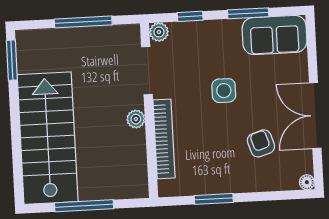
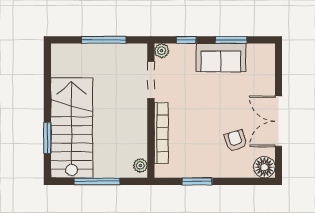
sofa: (274, 35) -> (221, 58), moved
window: (12, 60) -> (47, 138), moved
side table: (224, 91) -> (209, 98), removed
plant: (136, 119) -> (140, 165), moved
floor lamp: (307, 182) -> (264, 167), width x1.89, depth x1.89

